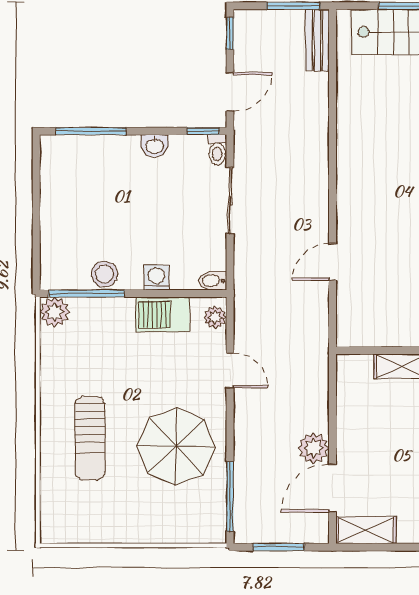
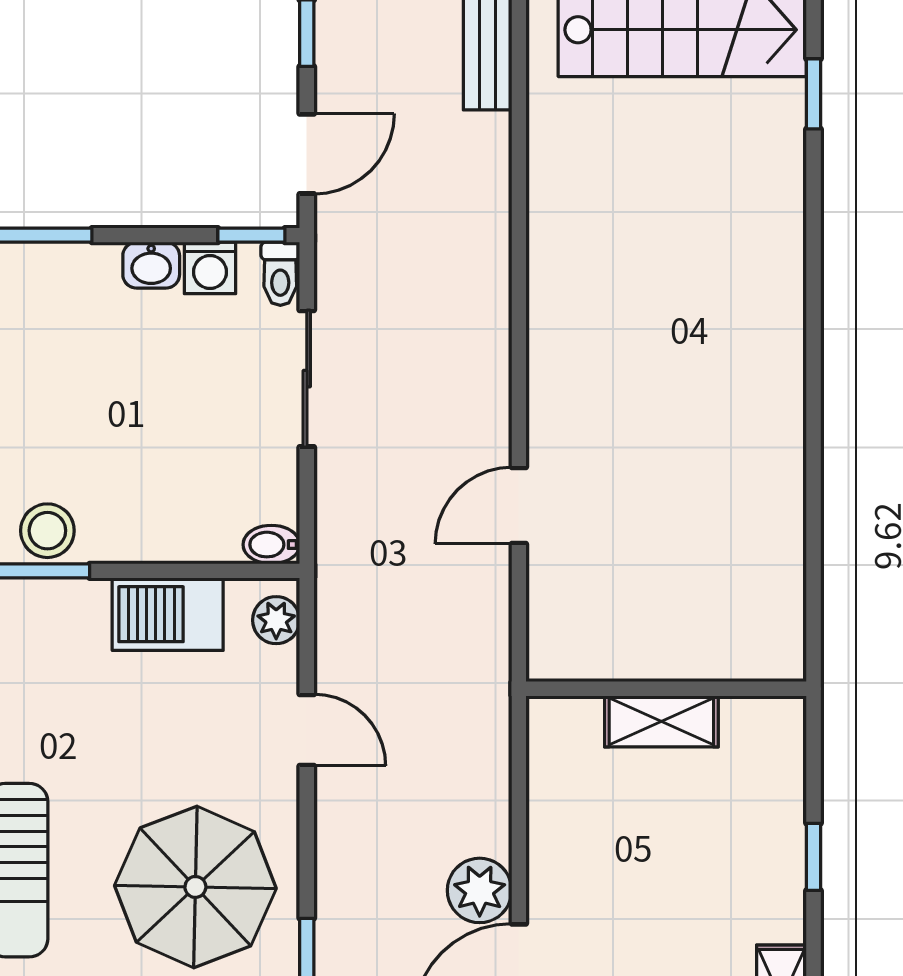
washing machine: (157, 278) -> (210, 268), moved, turned 180

